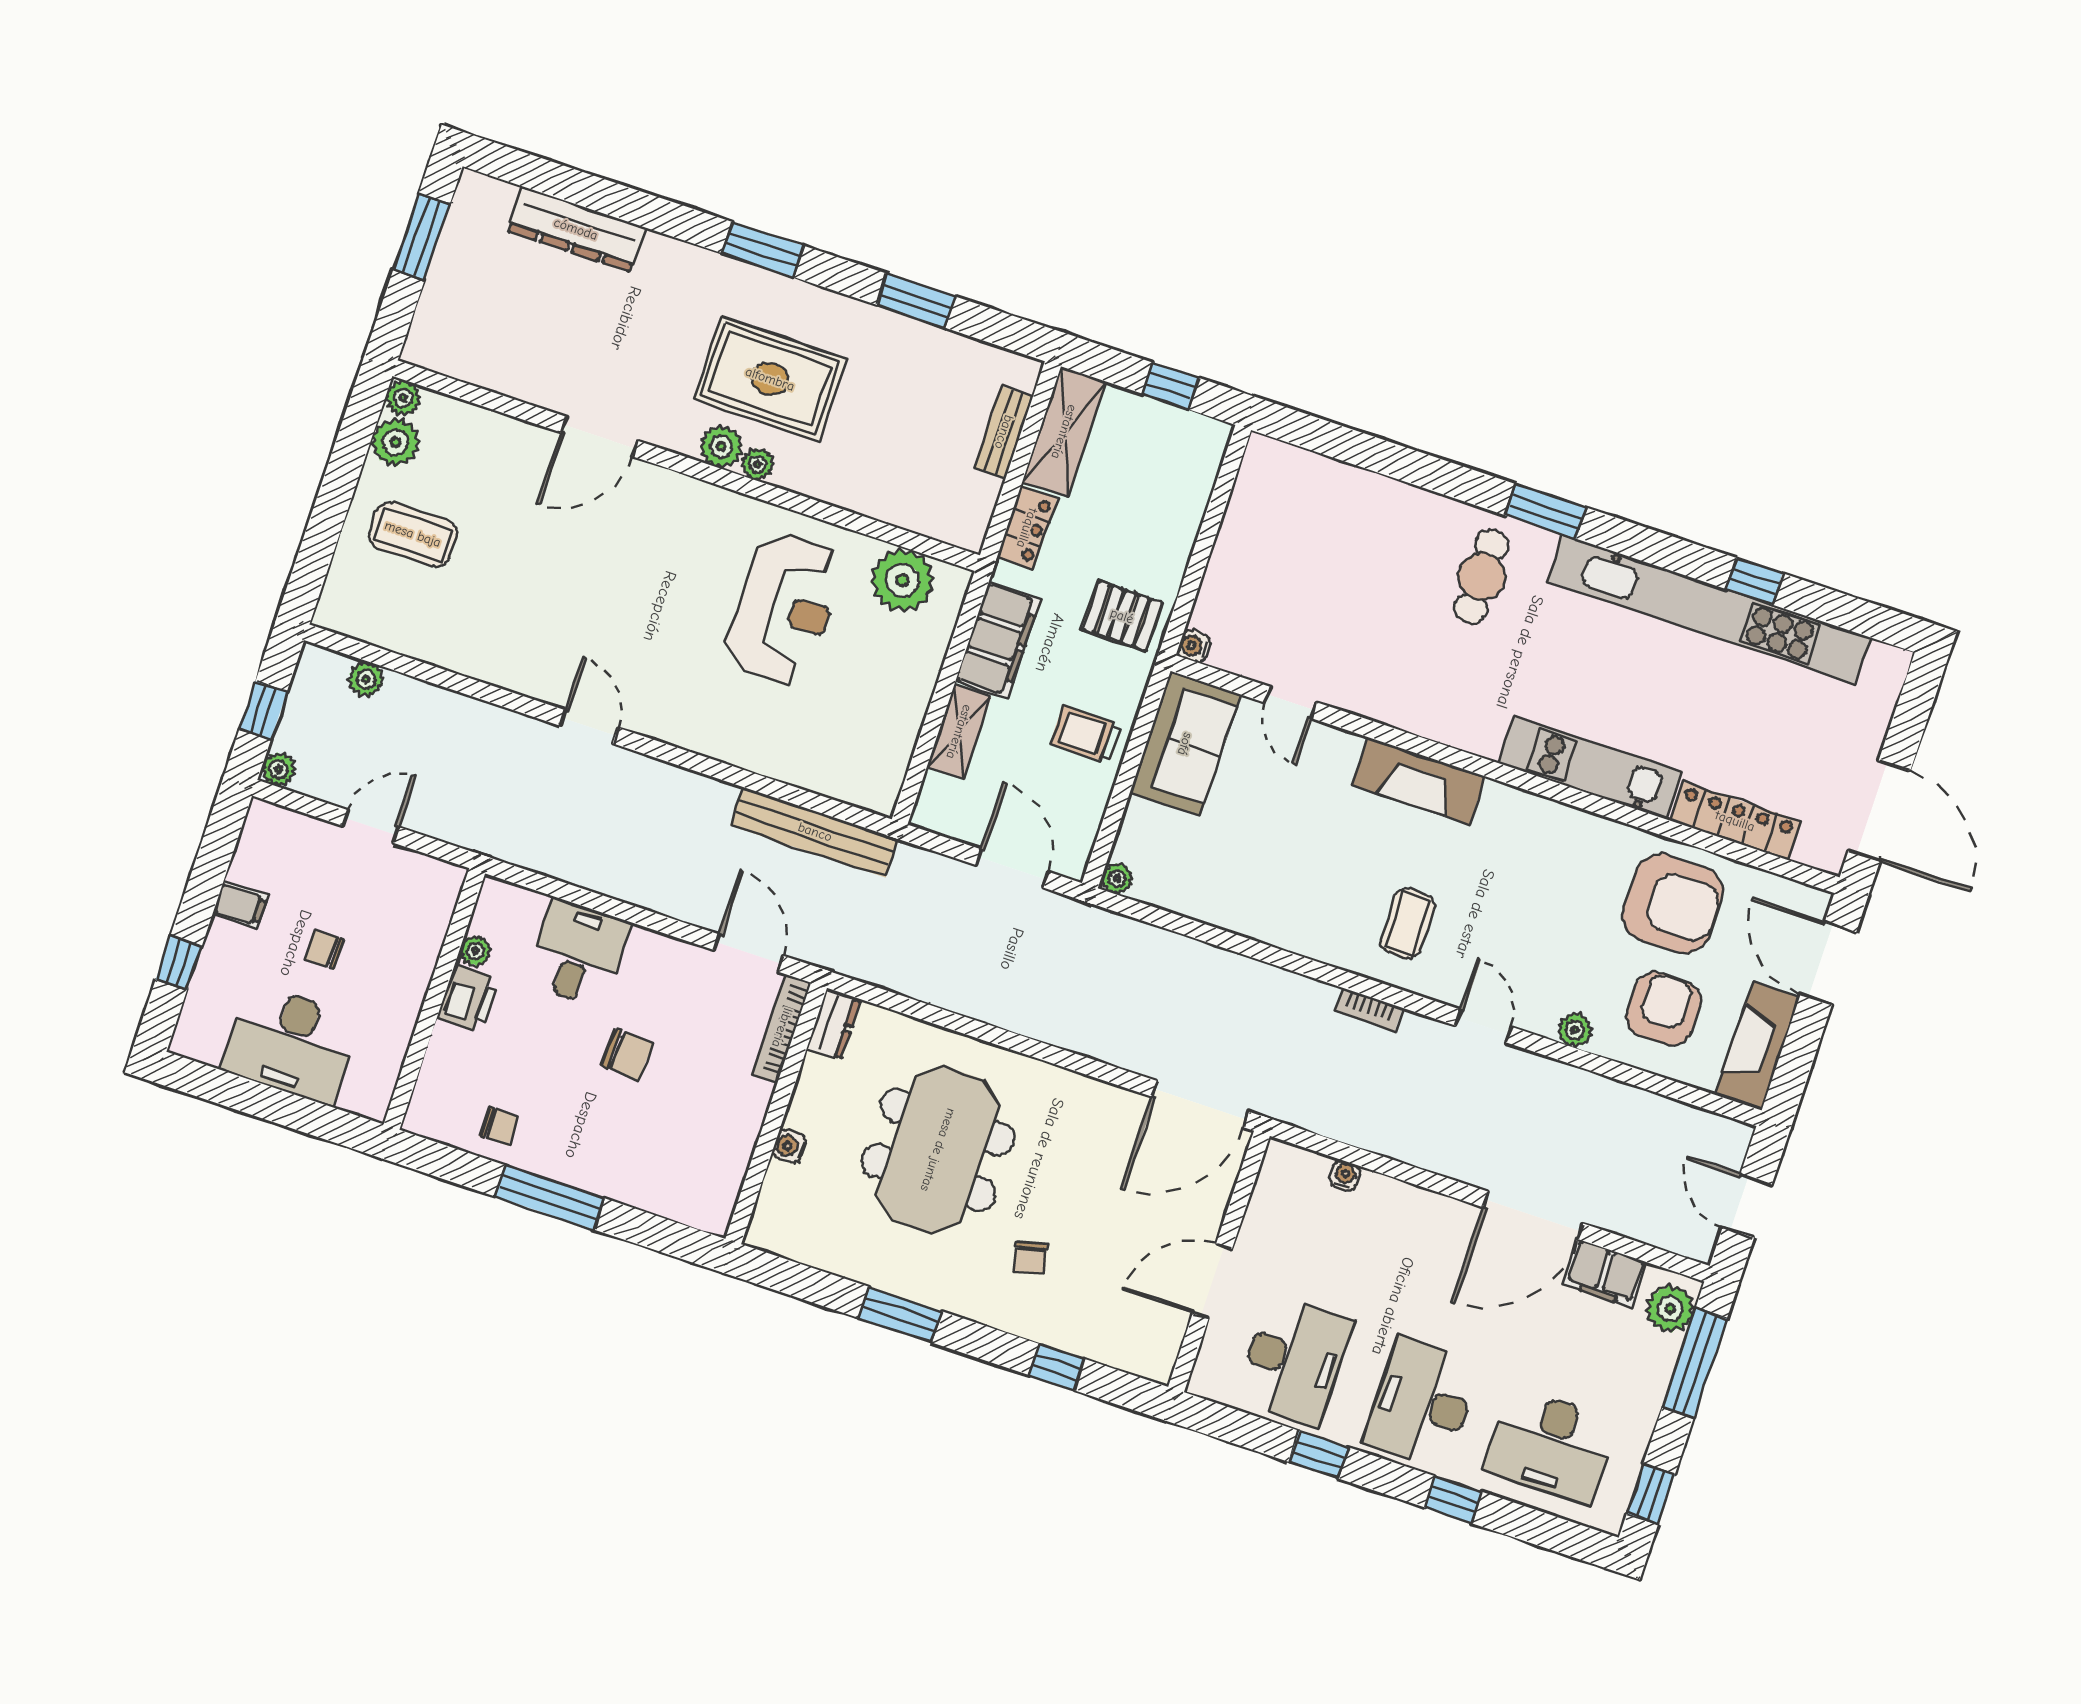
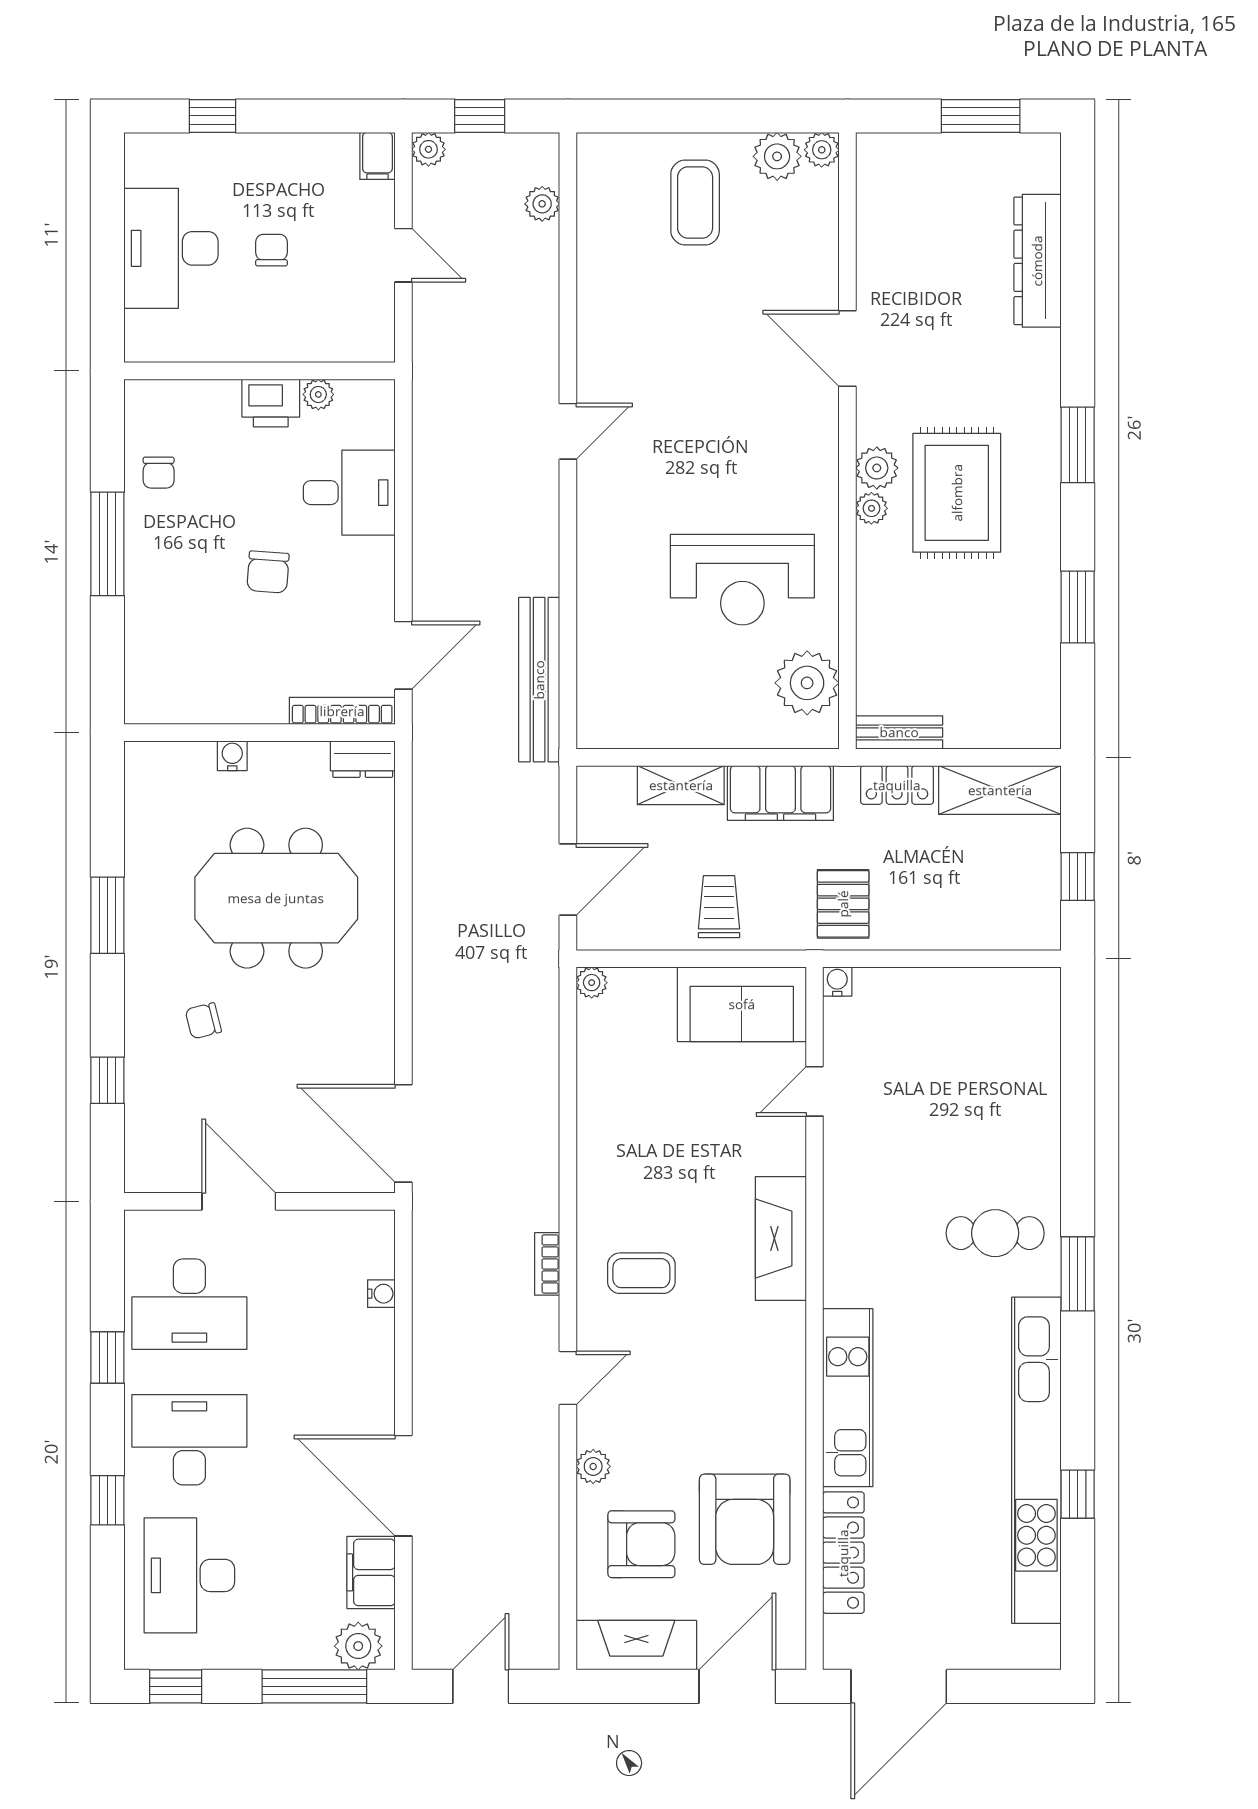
bench: (1004, 432) -> (899, 732), moved
filing cabinet: (240, 904) -> (377, 156), moved

